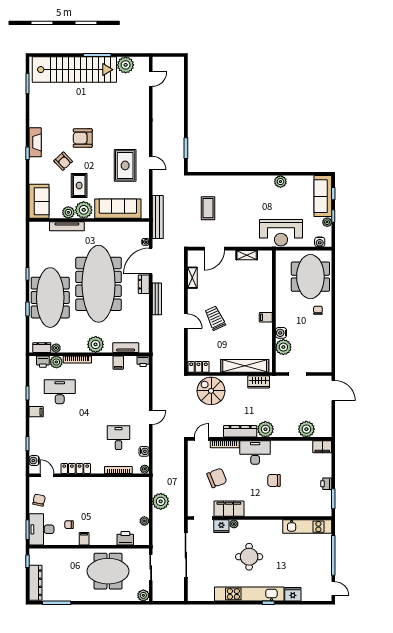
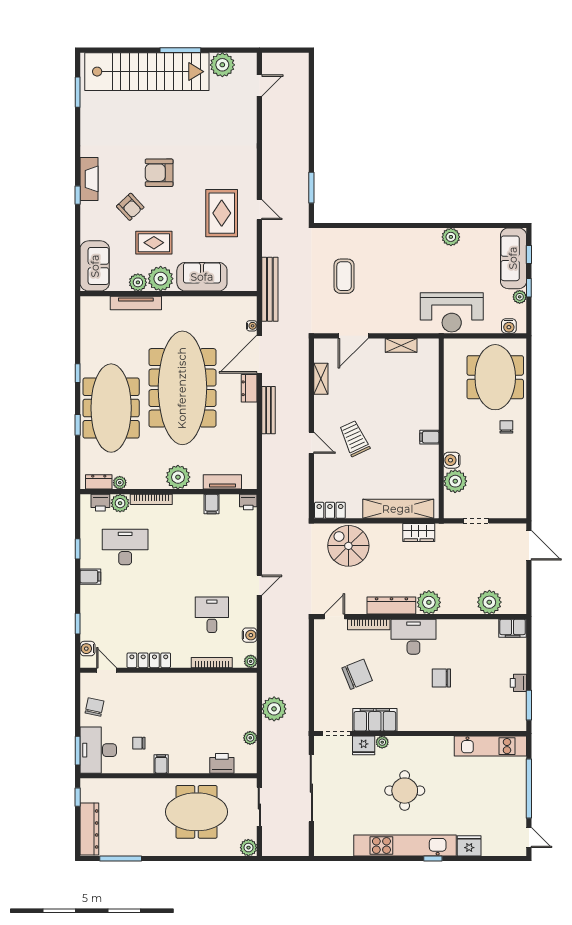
rug: (79, 185) -> (154, 243), turned 90
sofa: (118, 209) -> (202, 277), width x0.73

